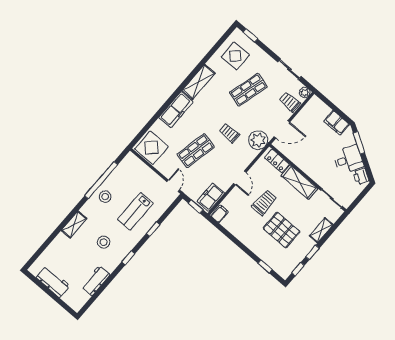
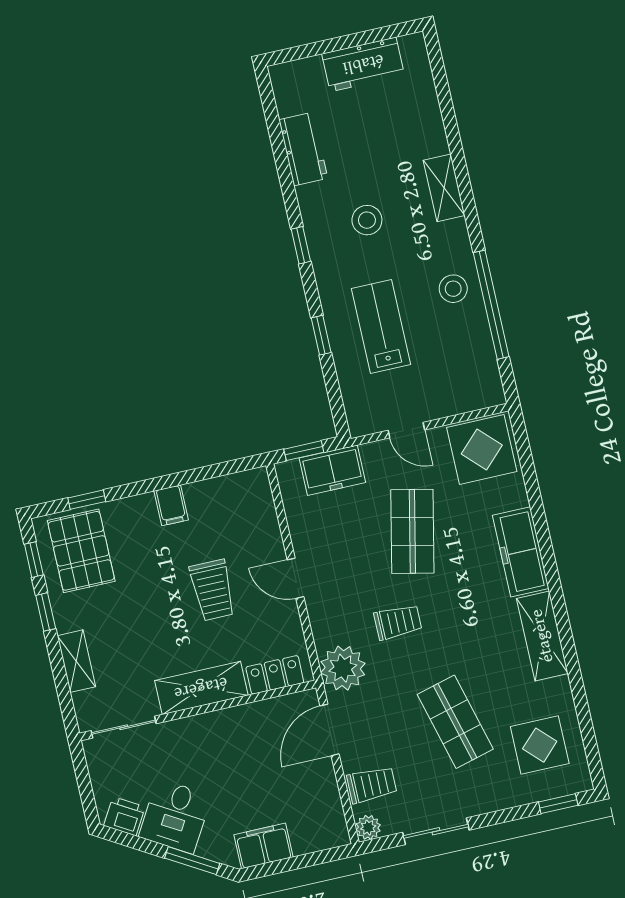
shop shelf: (248, 90) -> (455, 722), turned -30
door: (173, 186) -> (406, 430), moved
freezer: (211, 197) -> (332, 470), moved, turned 90
filing cabinet: (220, 214) -> (171, 505), moved
pallet: (282, 230) -> (81, 551), moved, turned 90

